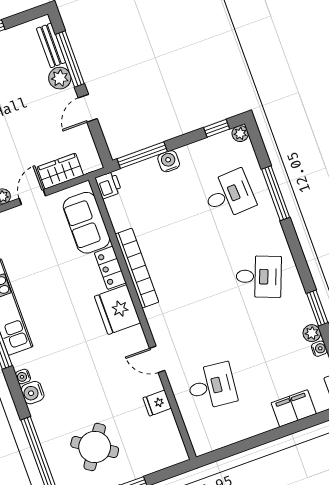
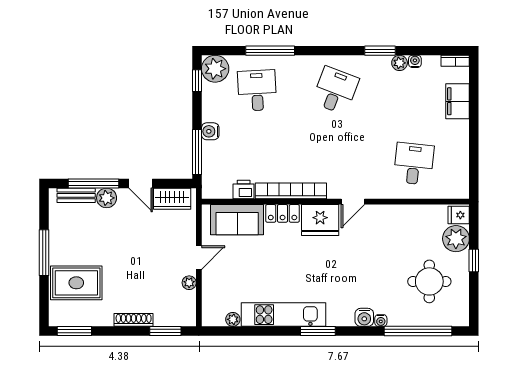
plant: (240, 134) -> (215, 69), width x1.88, depth x1.88
wardrobe: (60, 171) -> (172, 199), moved, turned -90
printer: (108, 185) -> (244, 190), moved
door: (32, 197) -> (199, 258), swing flipped
door: (157, 359) -> (353, 202), moved
water cooler: (23, 377) -> (381, 321), moved
fridge: (157, 403) -> (459, 215), moved, turned 90
round table: (95, 447) -> (429, 281), turned -34
plant: (149, 459) -> (456, 239), added

